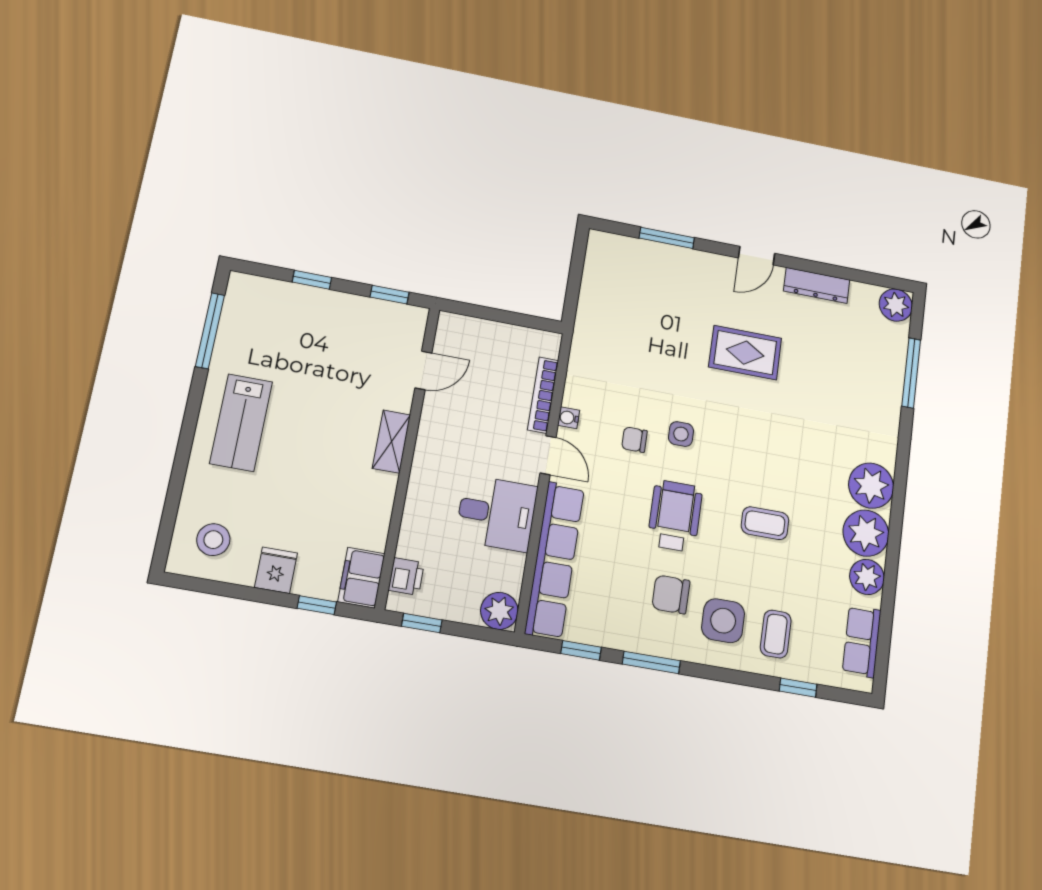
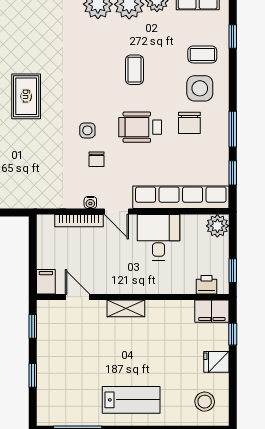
filing cabinet: (456, 328) -> (46, 282), added
door: (548, 455) -> (117, 212), swing flipped

